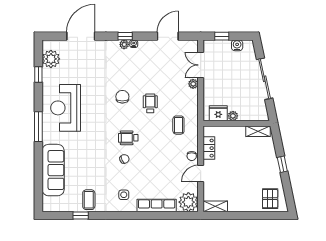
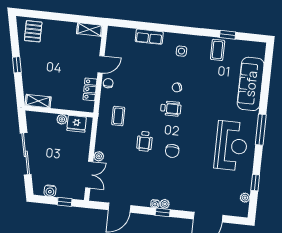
plant: (51, 59) -> (245, 198), width x0.53, depth x0.53
plant: (188, 202) -> (116, 37), removed
row of seats: (157, 205) -> (149, 37), width x0.68

